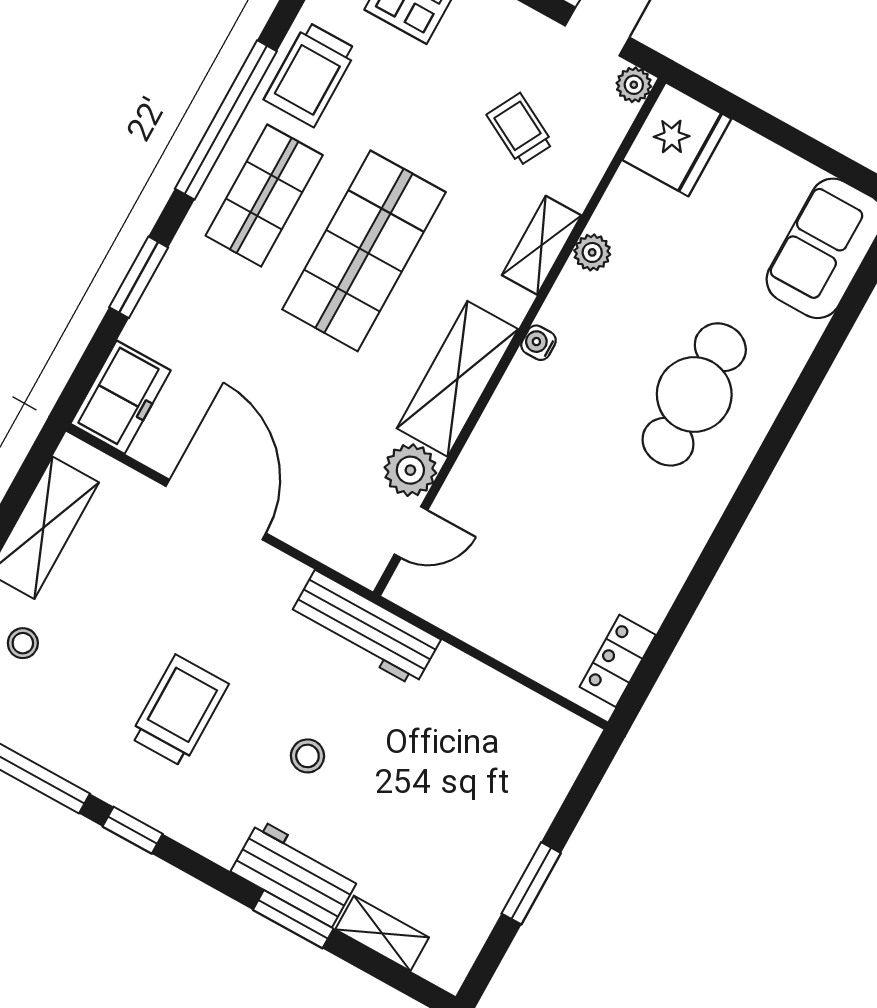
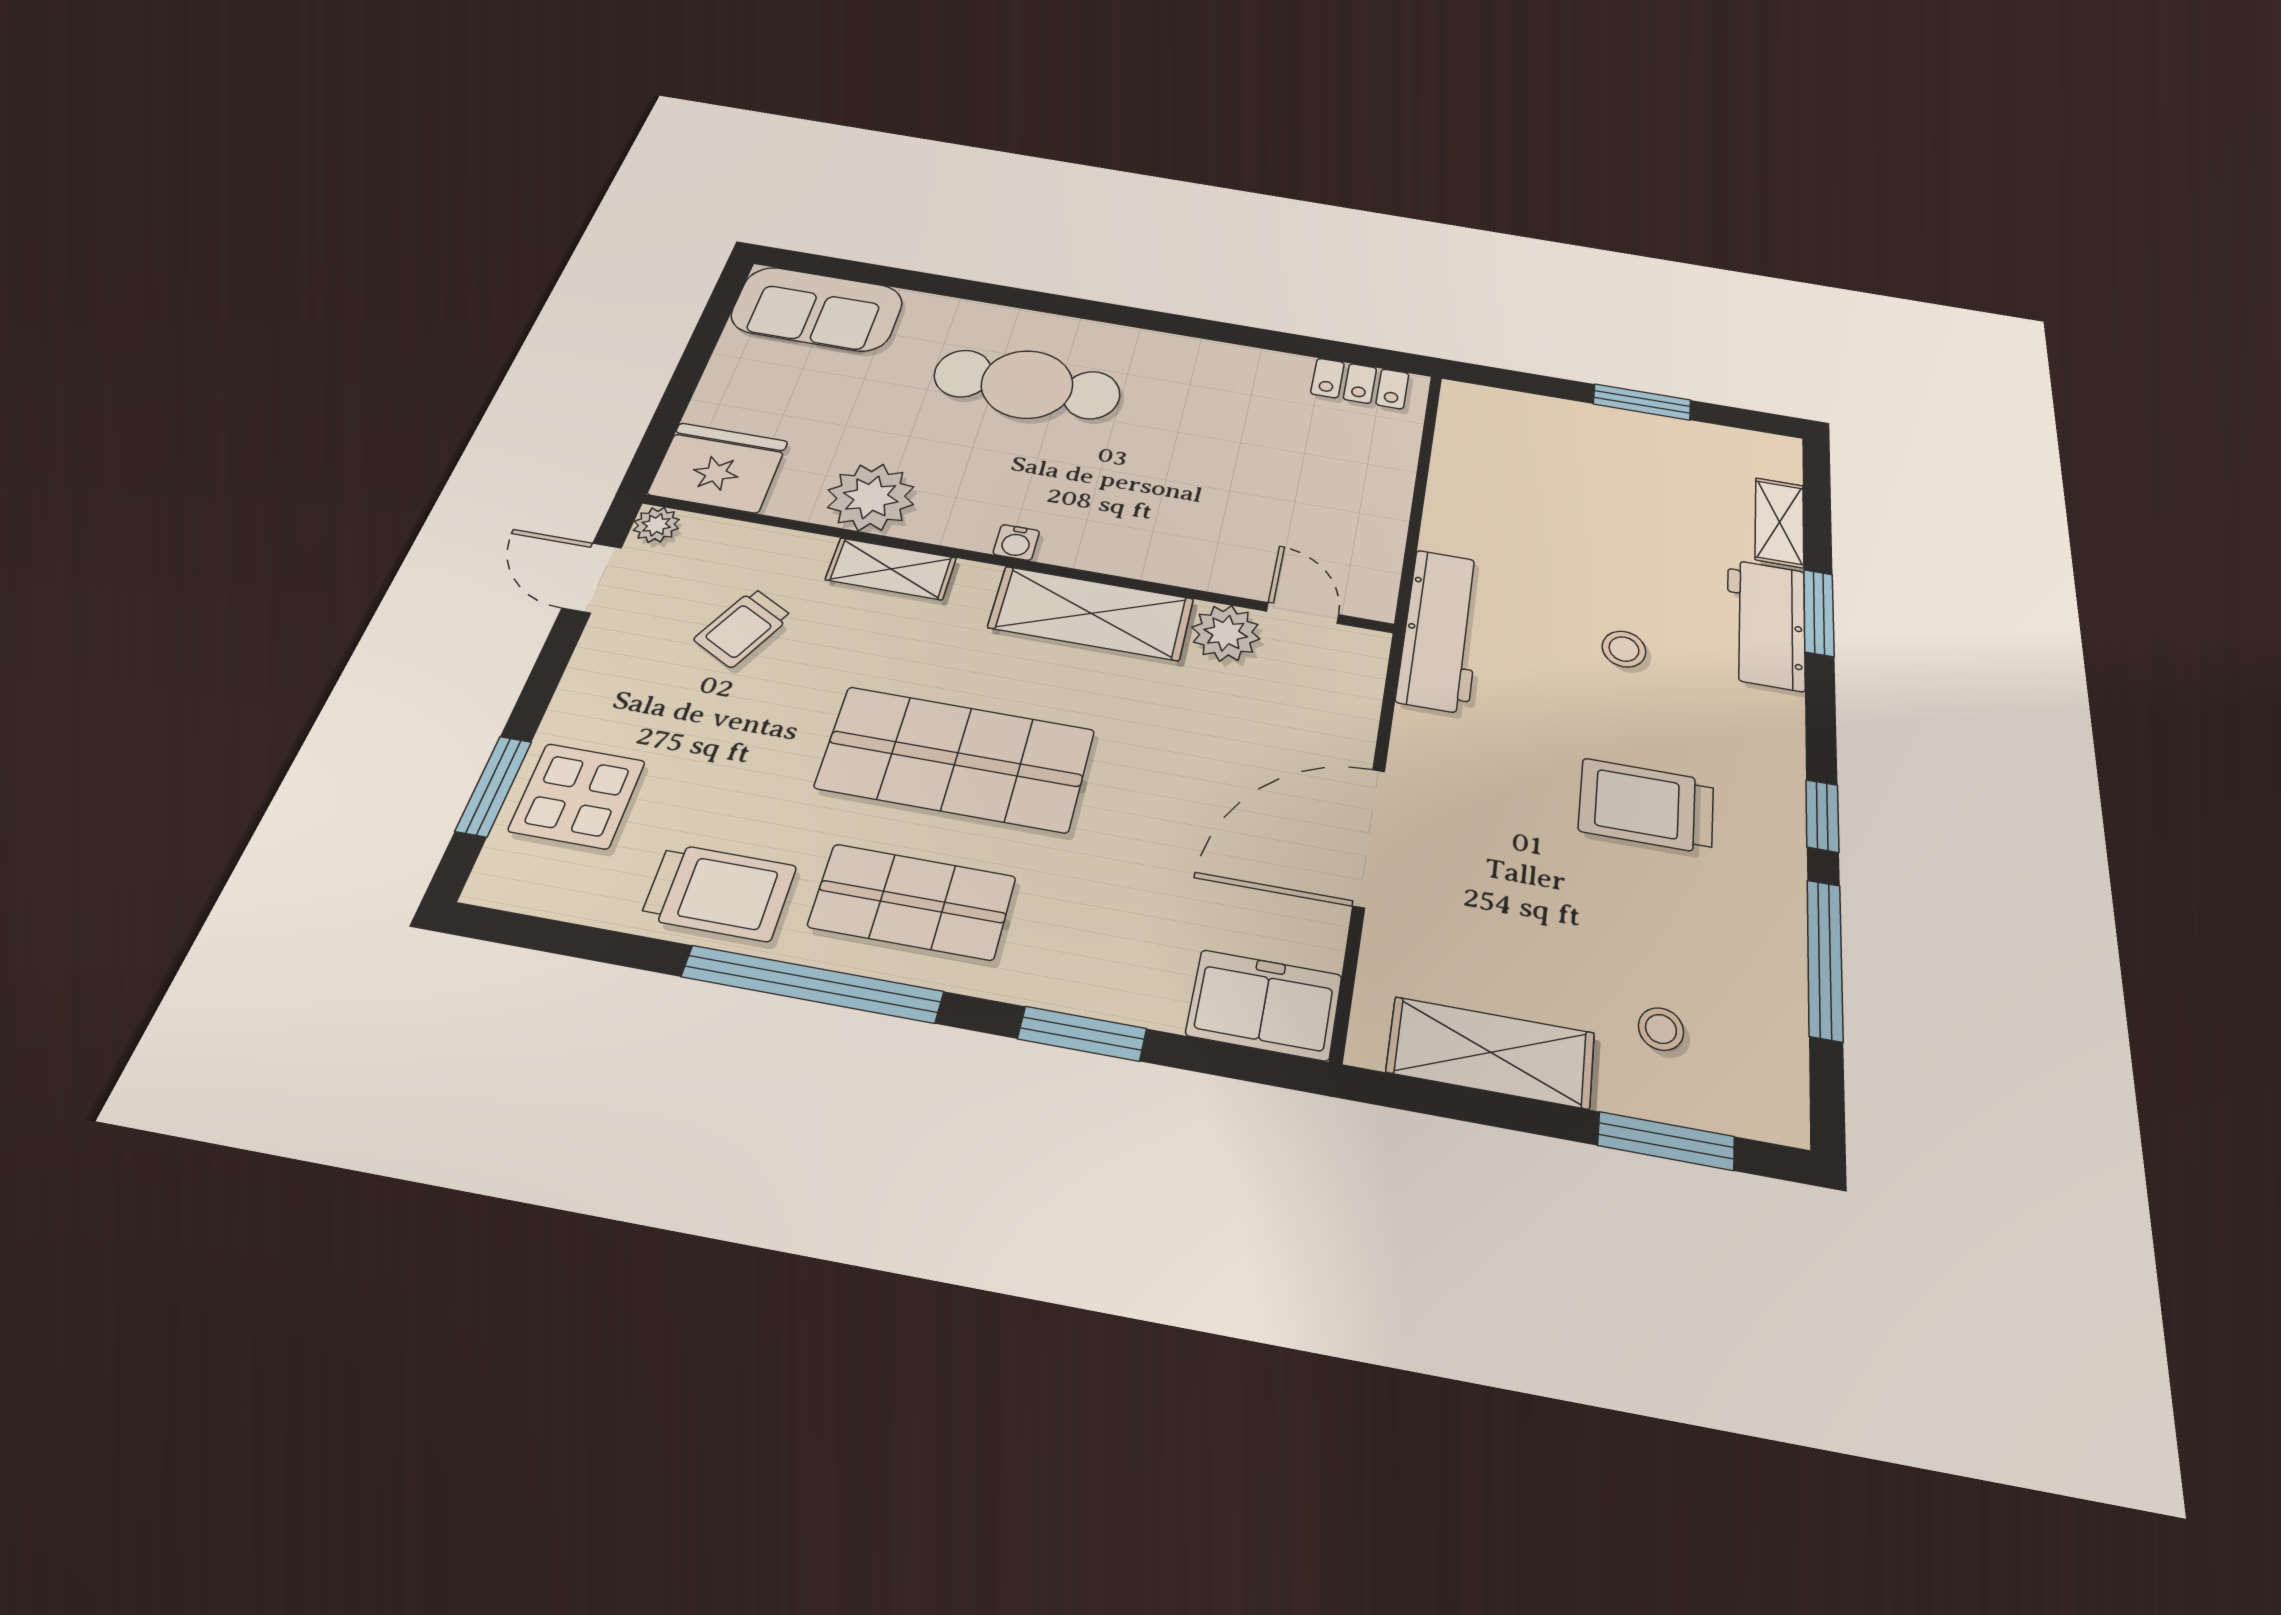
plant: (592, 252) -> (871, 497), width x1.87, depth x1.87

